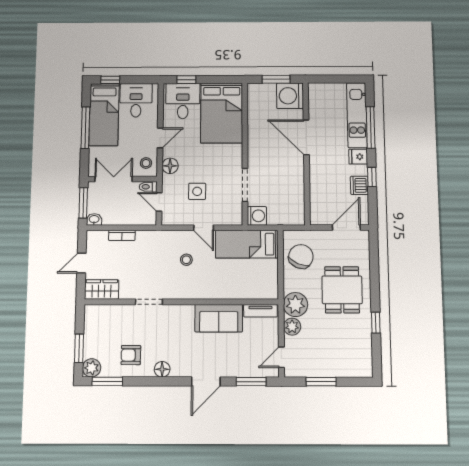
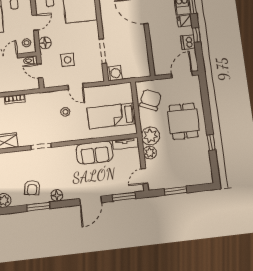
bed: (247, 244) -> (112, 116), moved
armchair: (131, 355) -> (32, 188), turned -80
window: (107, 381) -> (38, 207), moved

